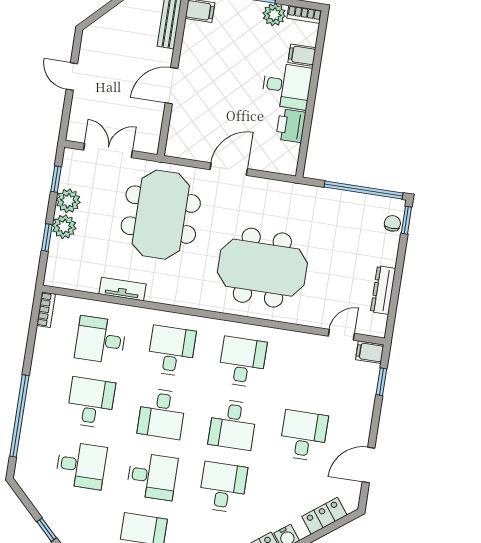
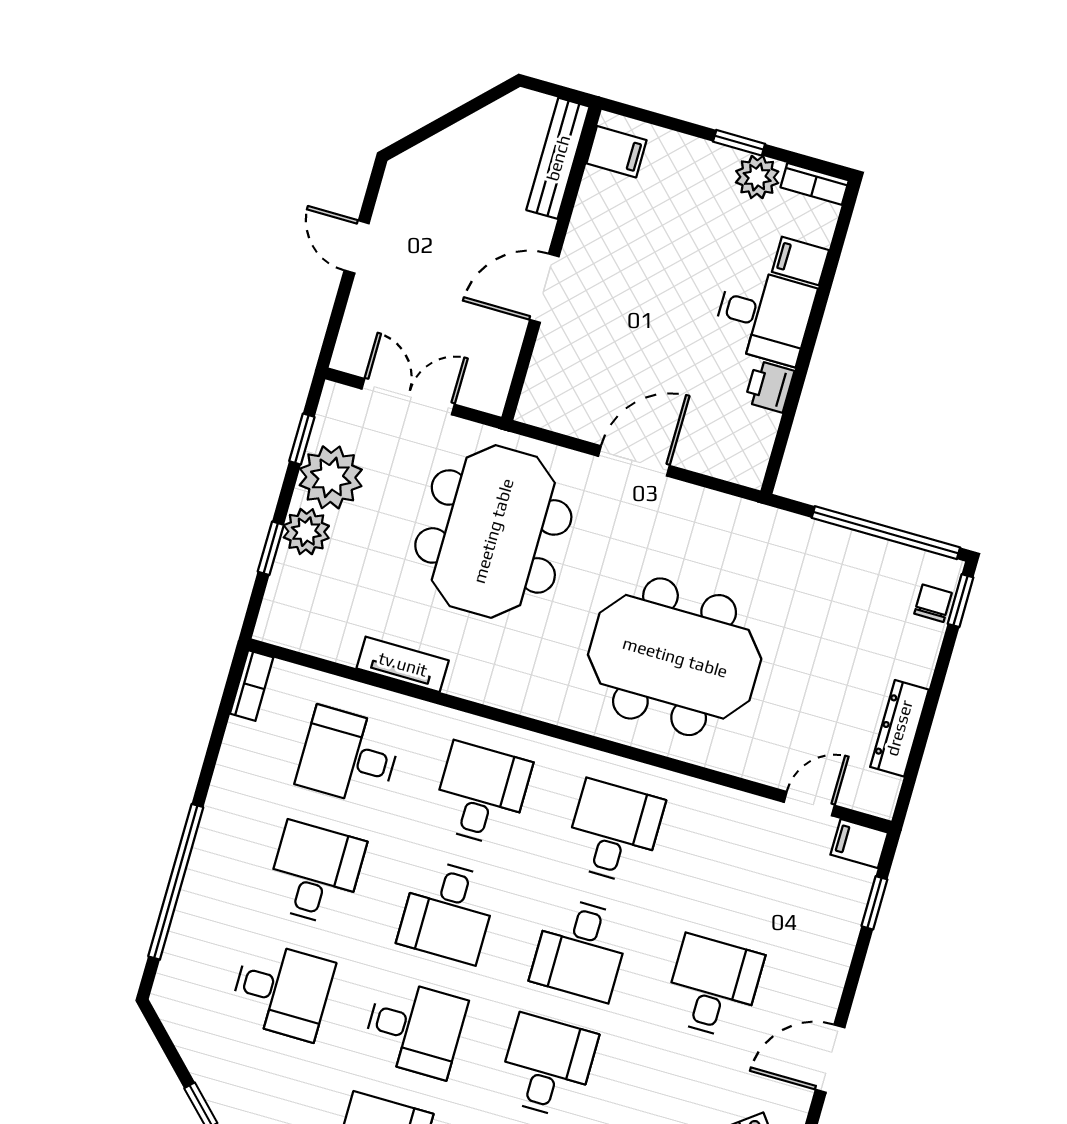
printer: (291, 126) -> (769, 386), width x0.73, depth x0.81
plant: (68, 201) -> (331, 477), width x1.36, depth x1.36

